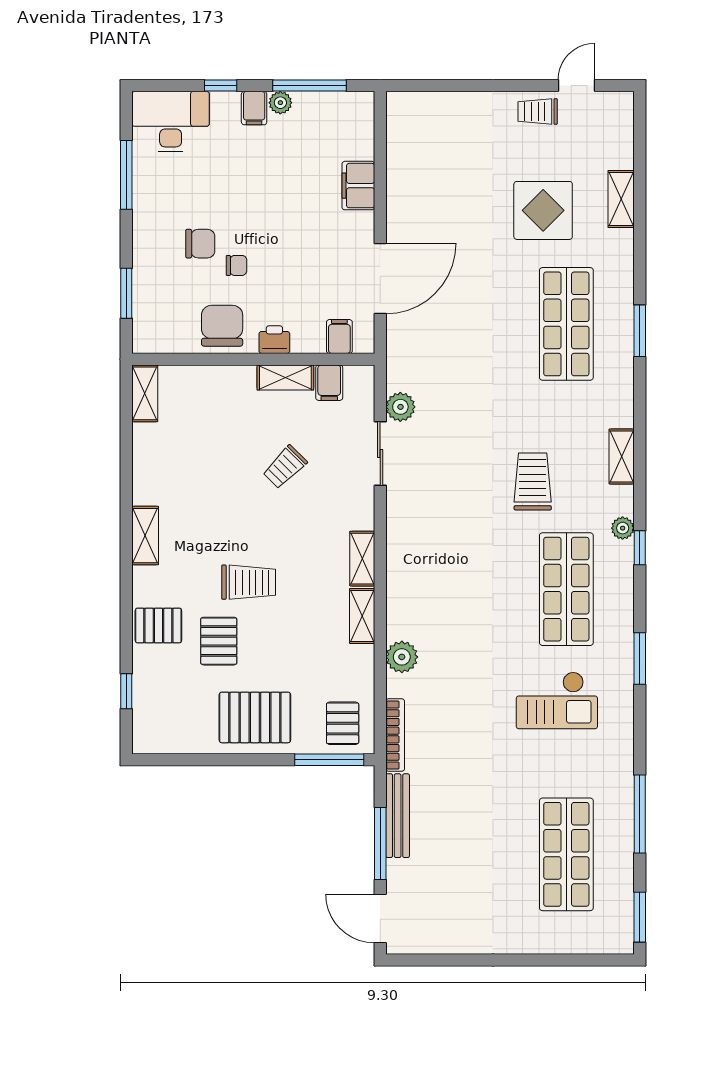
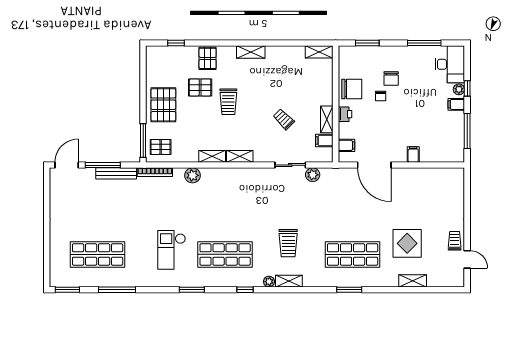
plant: (280, 103) -> (459, 89), moved
filing cabinet: (358, 186) -> (413, 154), width x0.50
trolley: (533, 482) -> (288, 243), moved, turned 90
plant: (623, 528) -> (269, 282), moved

